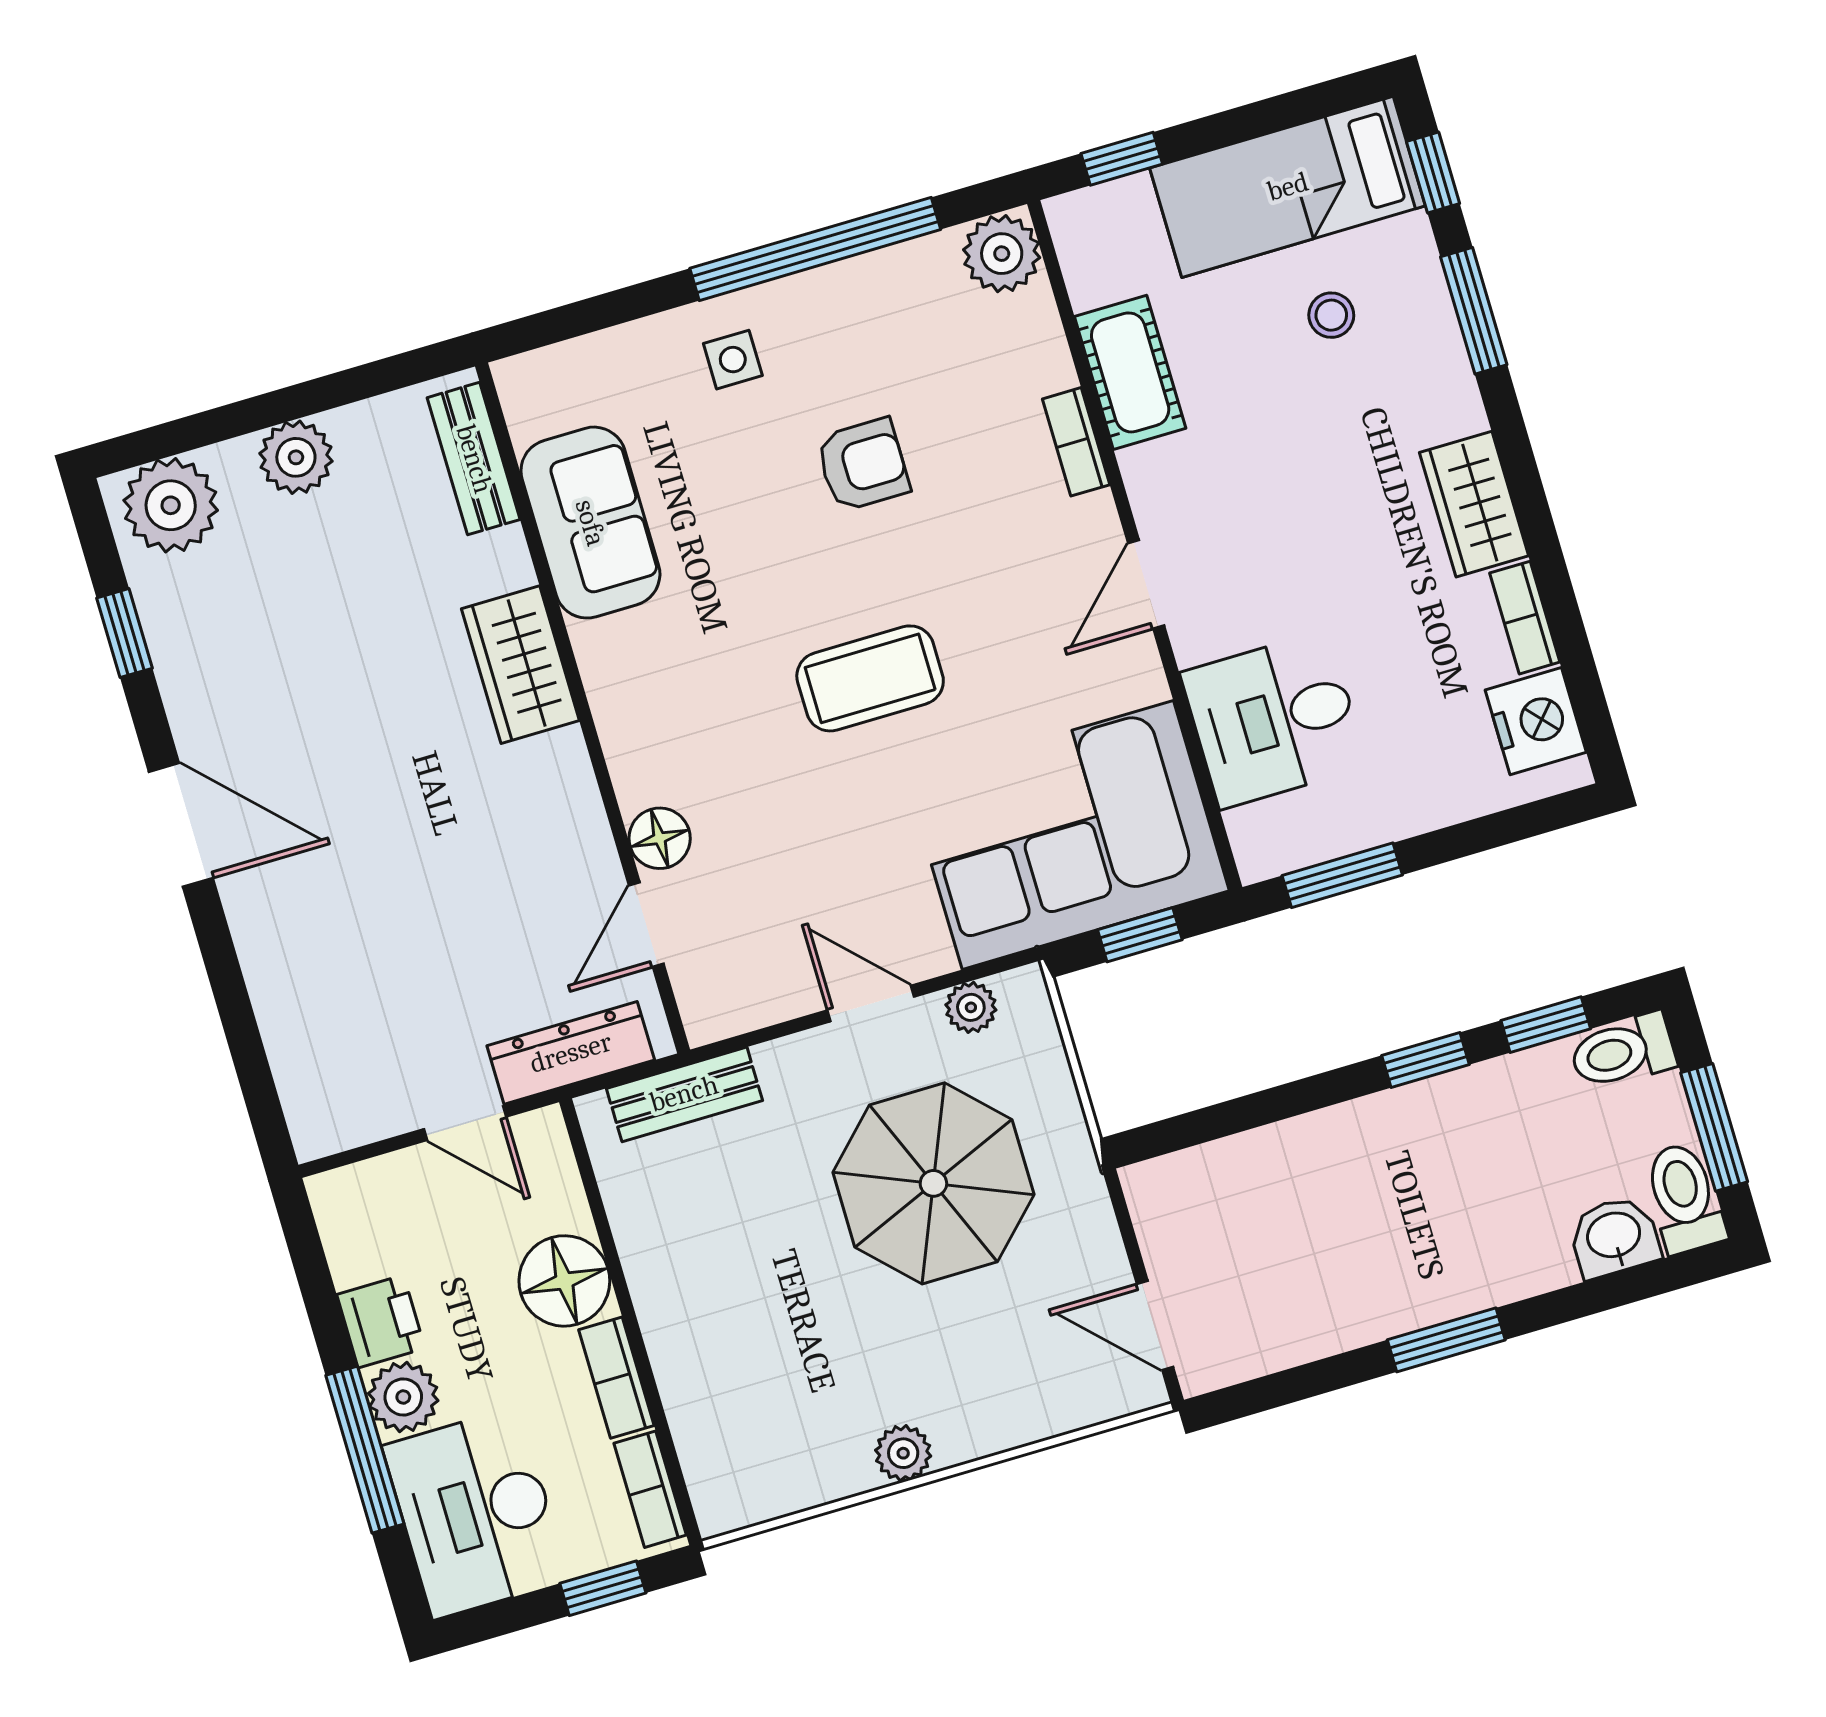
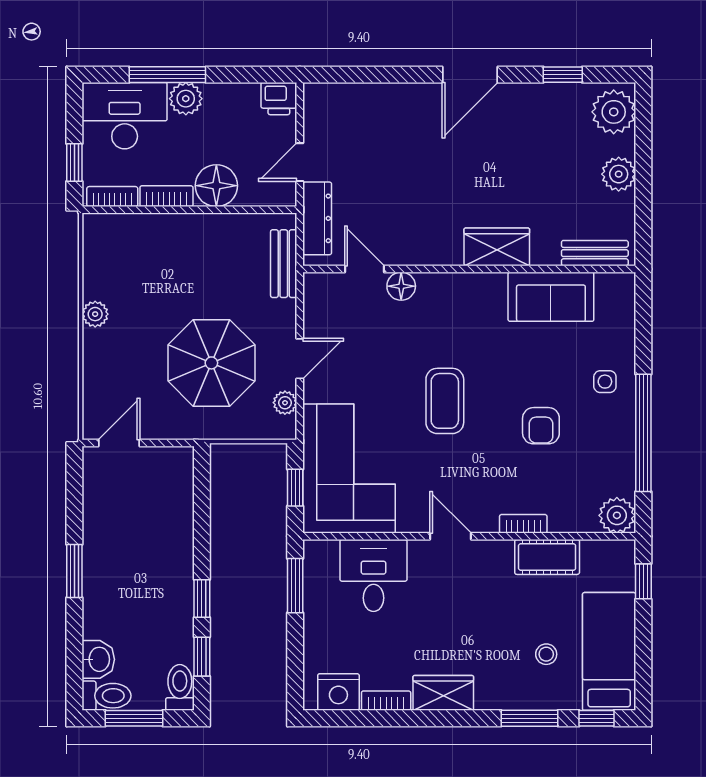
printer: (381, 1321) -> (279, 99), moved

